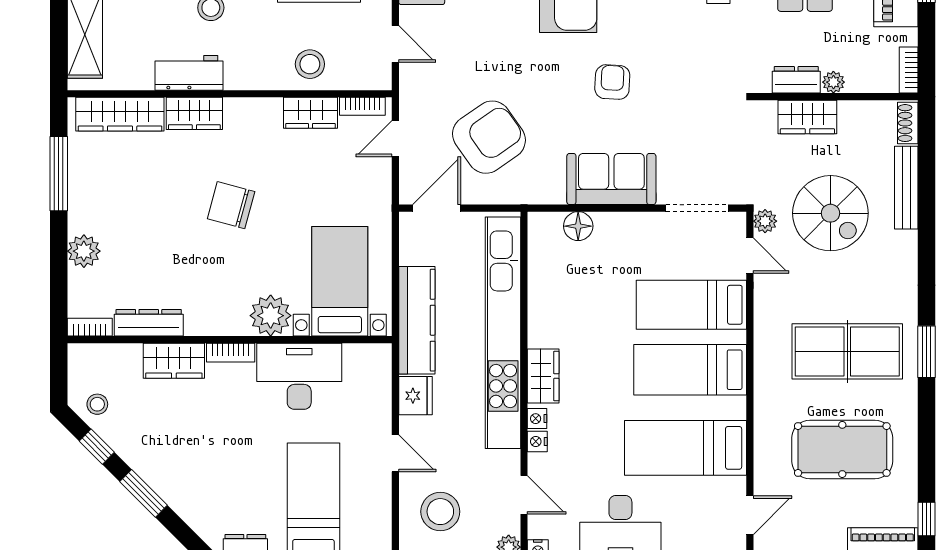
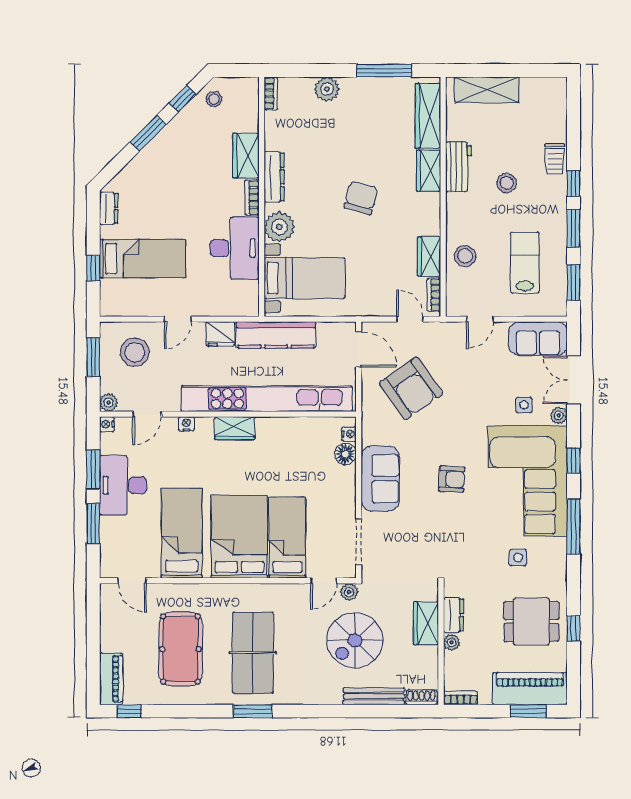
dresser: (149, 323) -> (274, 177), moved
bed: (690, 370) -> (239, 537), width x1.50
nightstand: (537, 419) -> (349, 434), moved, turned 90

